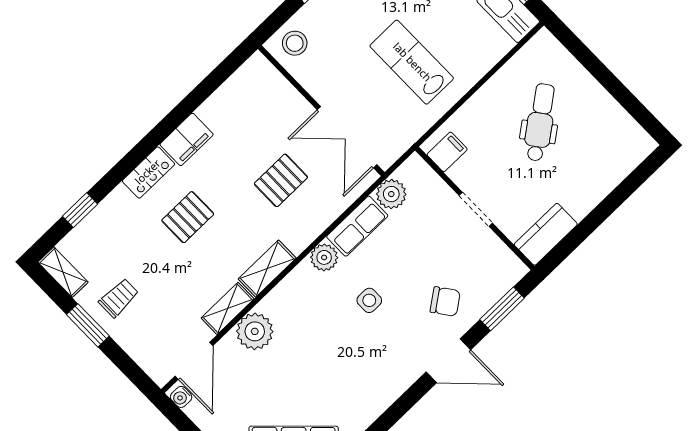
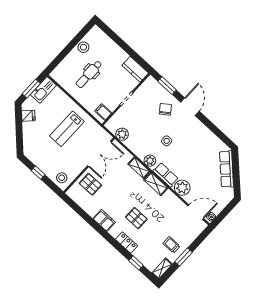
stool: (606, 113) -> (83, 47), added
dental chair: (540, 122) -> (89, 74), turned -53
locker: (148, 172) -> (127, 243), moved
pallet: (281, 180) -> (90, 184), moved
row of seats: (357, 226) -> (166, 175), moved
shelving: (228, 308) -> (139, 168), moved

